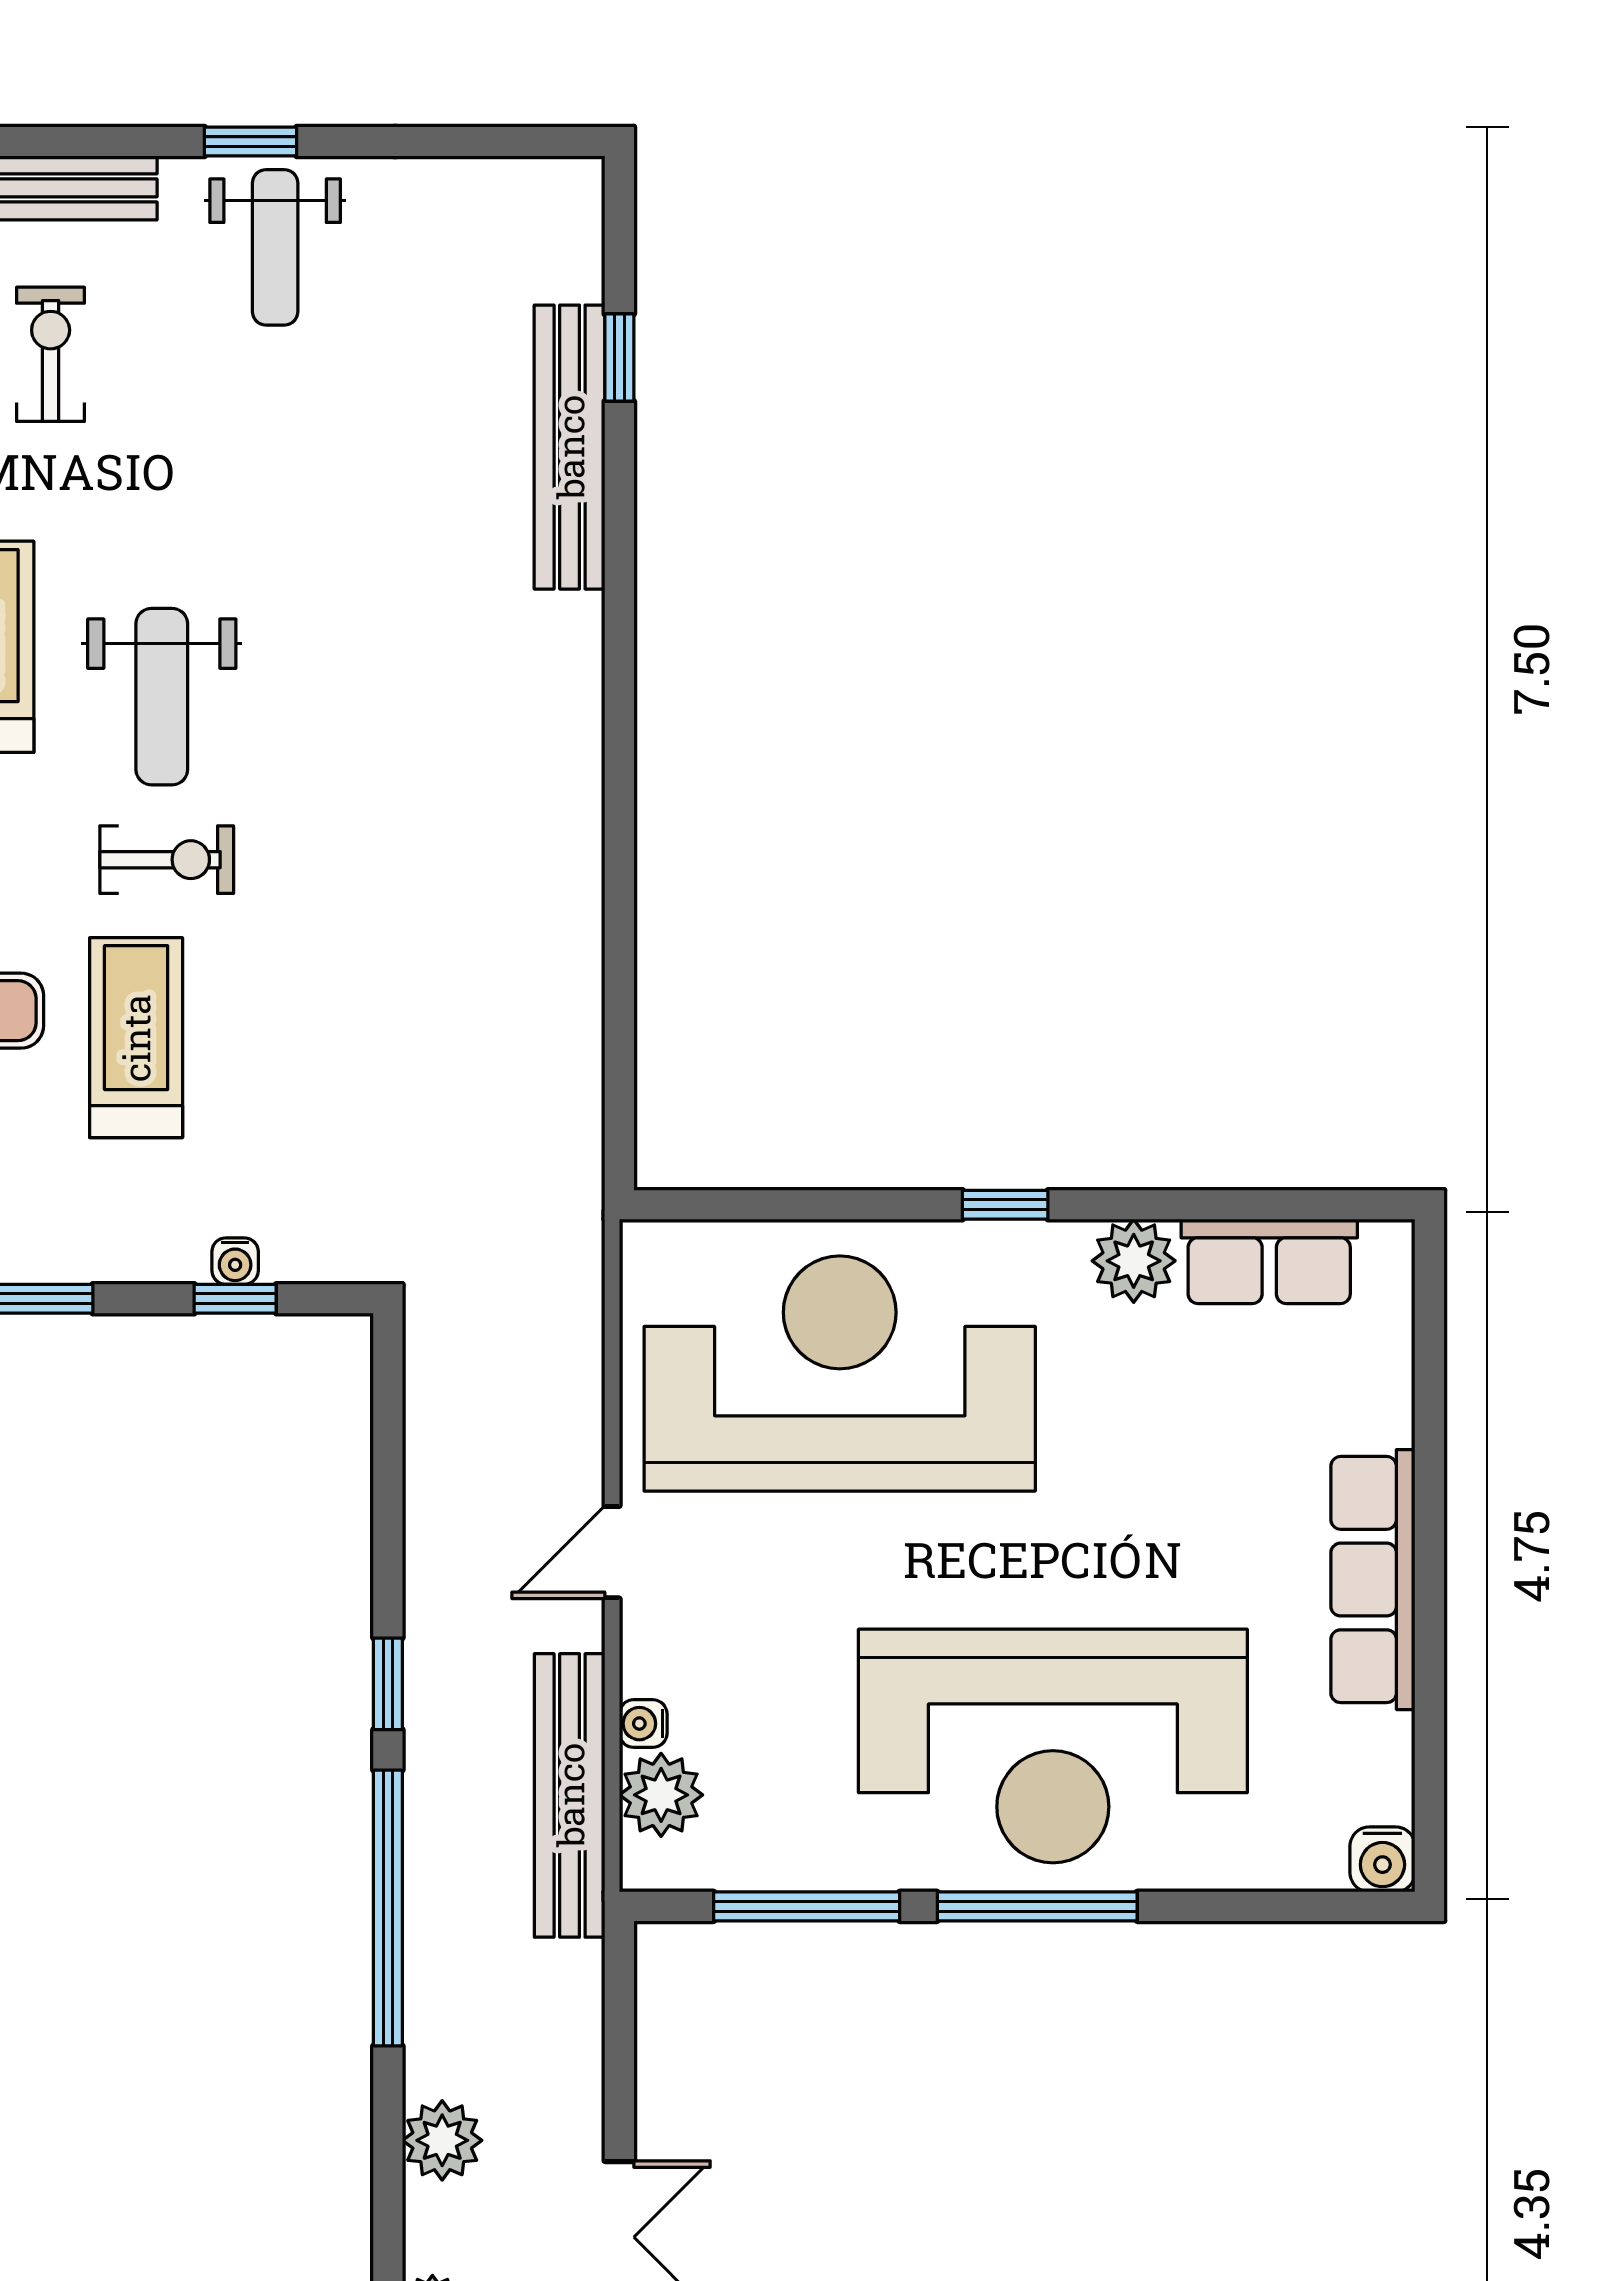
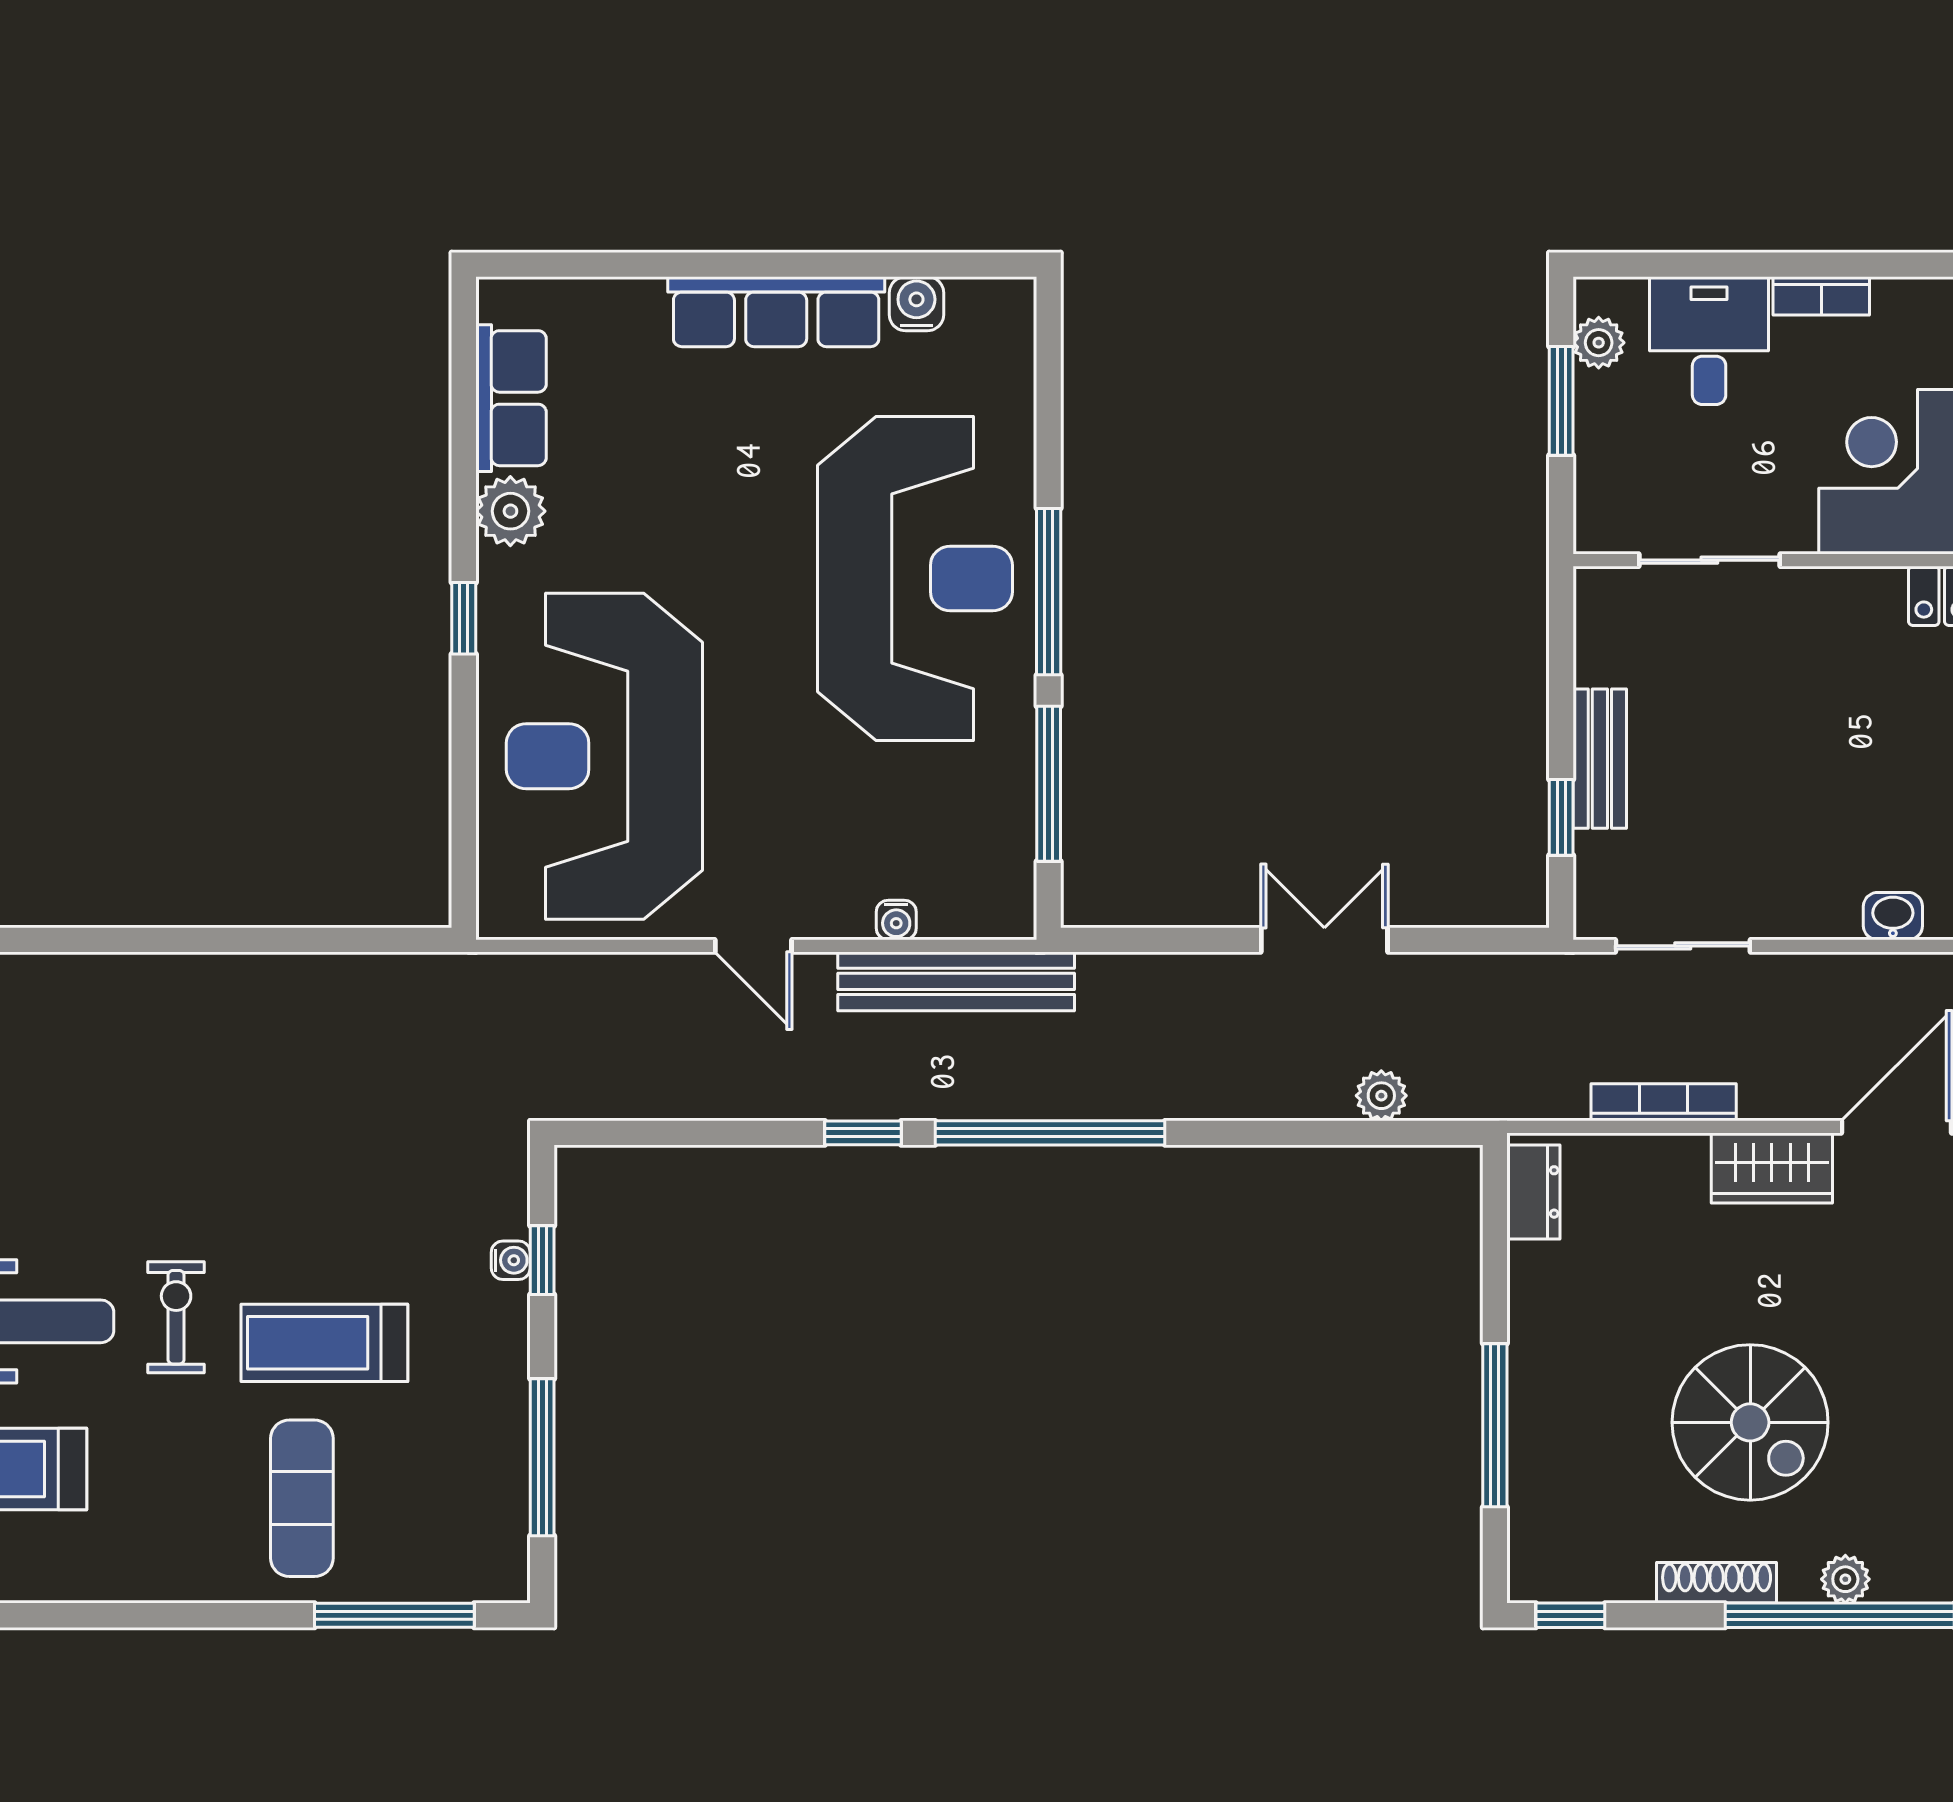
plant: (661, 1795) -> (956, 905), removed
water cooler: (1382, 1859) -> (916, 304), moved, turned -90
plant: (442, 2140) -> (1244, 1088), removed

